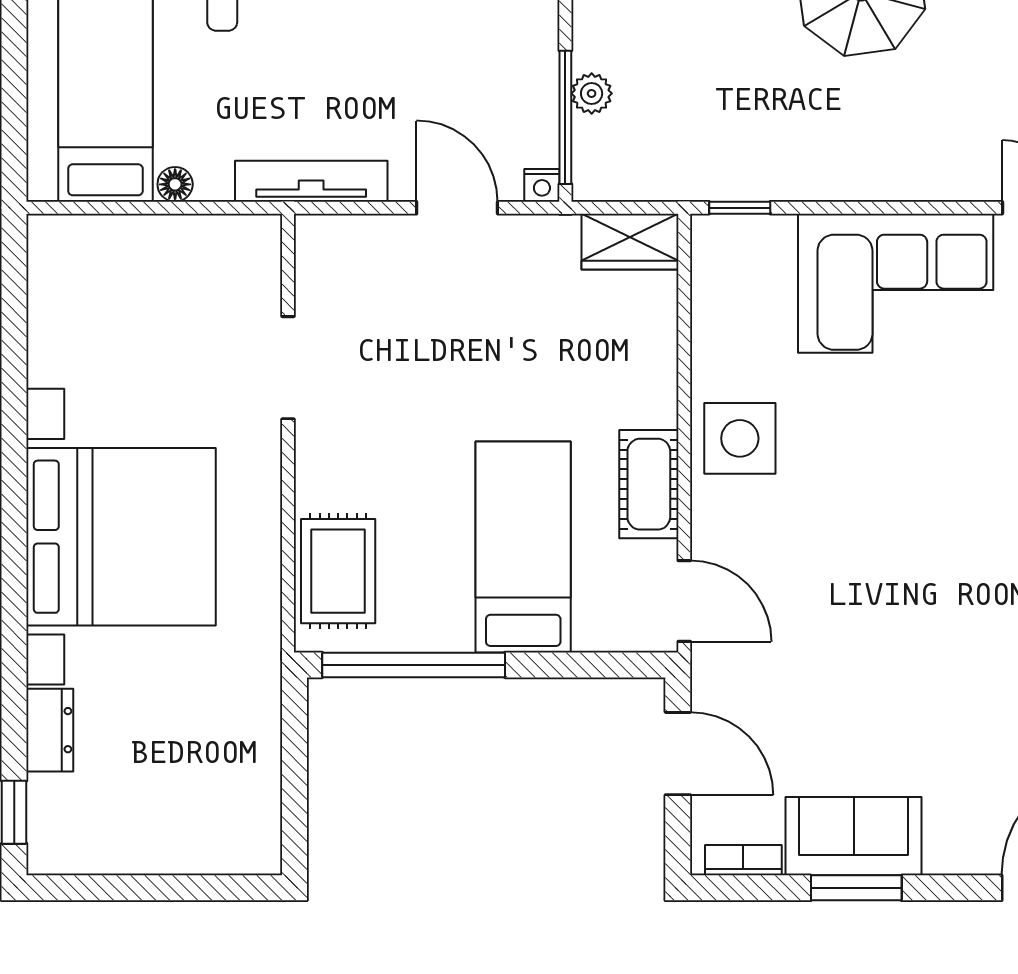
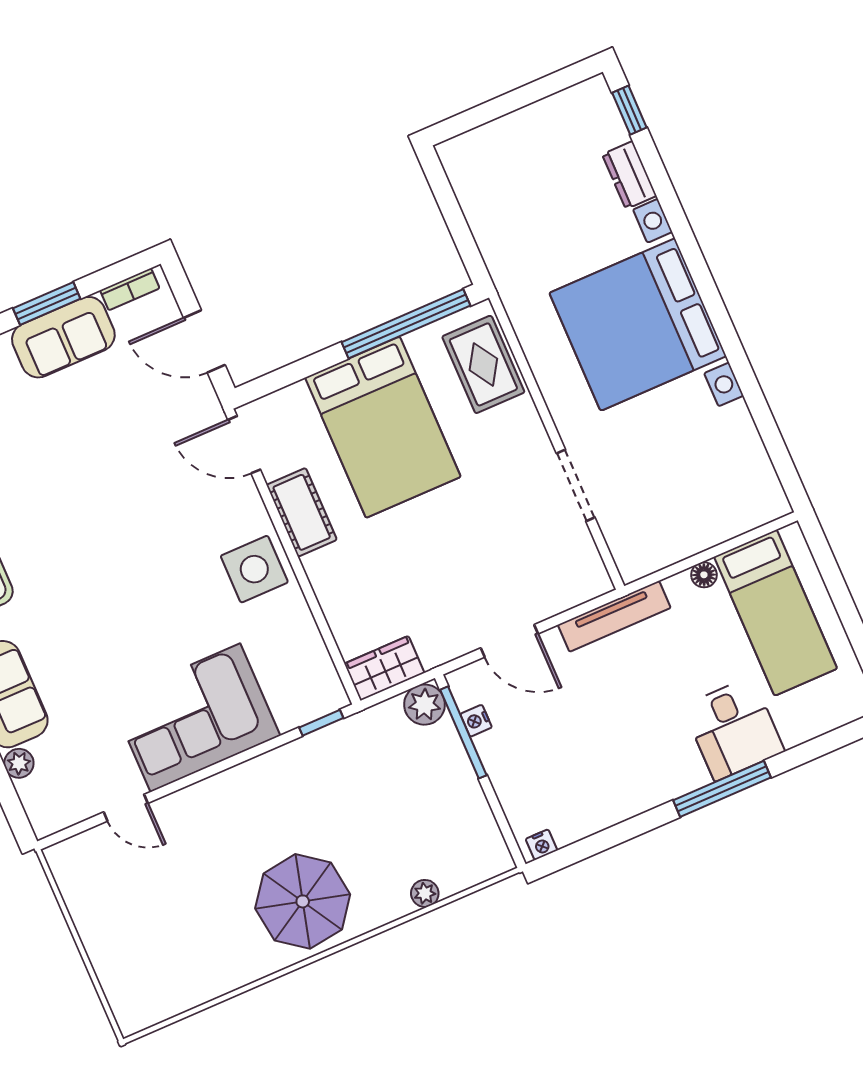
plant: (592, 93) -> (425, 705), moved, width x1.38, depth x1.38
nightstand: (542, 185) -> (476, 721), moved, turned -90
bed: (523, 547) -> (383, 427), width x1.50

